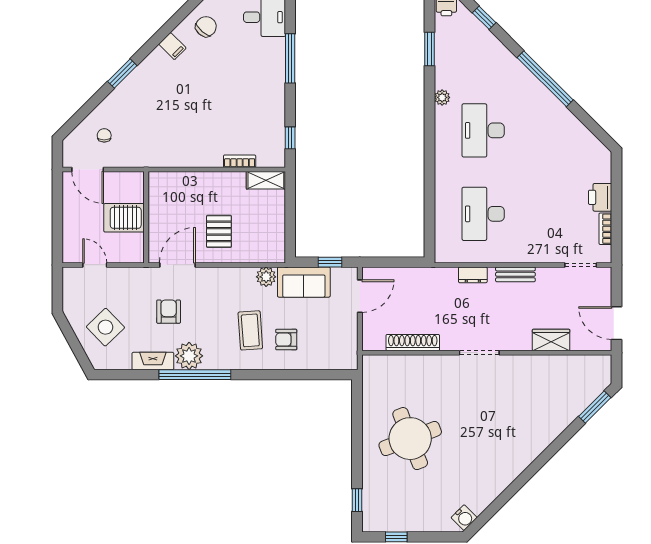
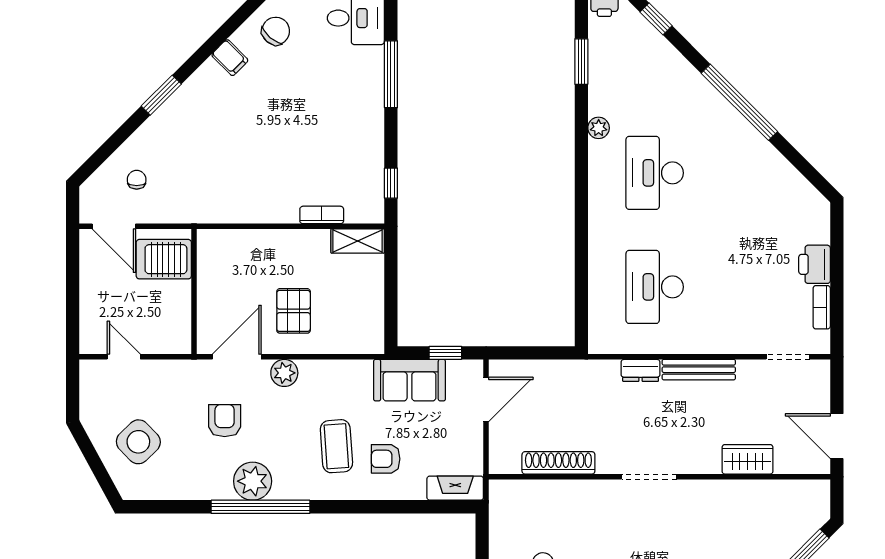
server rack: (124, 218) -> (164, 259), moved
bench: (515, 274) -> (699, 370), width x1.36
plant: (266, 277) -> (284, 373), moved
fireplace: (153, 361) -> (455, 488), moved

